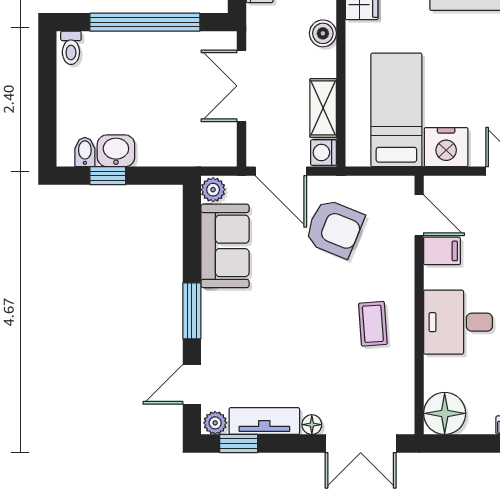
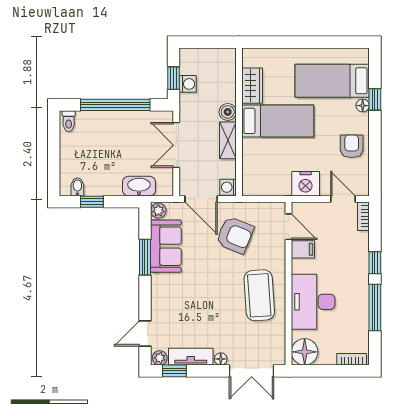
shelving: (323, 108) -> (228, 140), moved
bed: (396, 110) -> (278, 121), moved, turned 90
washbasin: (116, 151) -> (139, 186), moved, width x1.38
window: (192, 311) -> (145, 257), moved
desk: (458, 322) -> (313, 302), width x1.37
coffee table: (373, 324) -> (259, 295), width x1.86, depth x1.72

